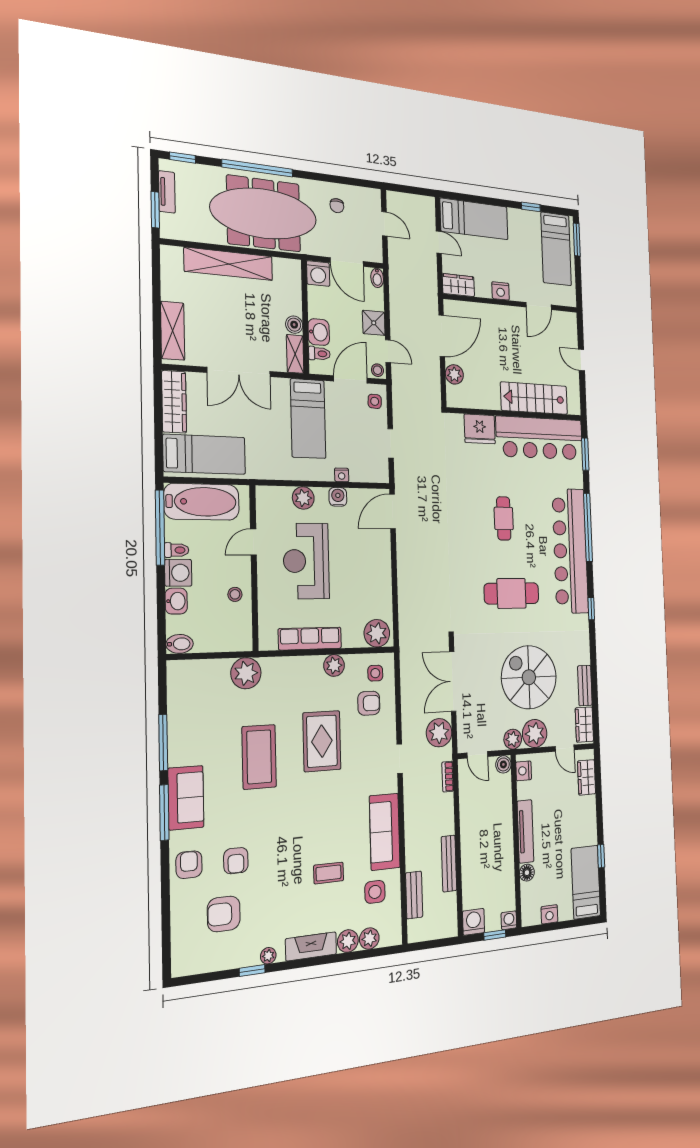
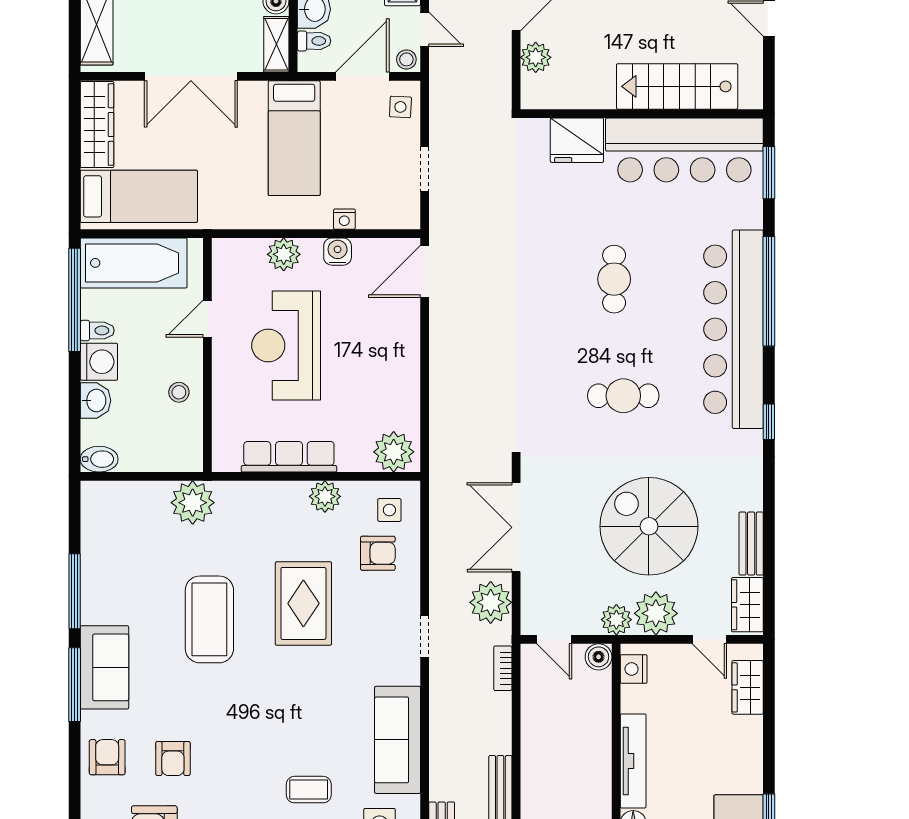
cafe table: (512, 593) -> (623, 396), width x0.73, depth x0.74

